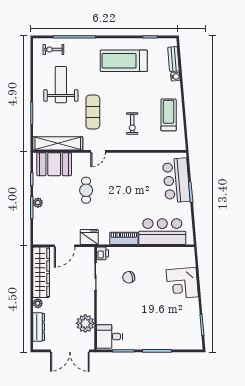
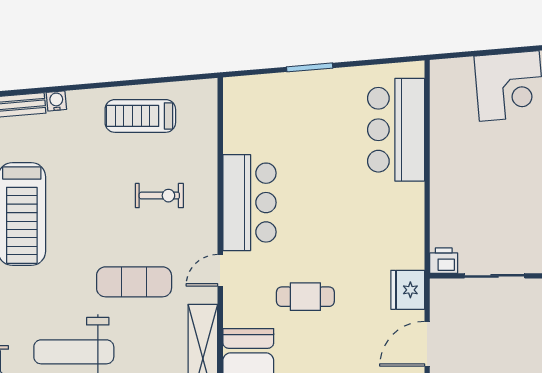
door: (98, 151) -> (220, 270), swing flipped
bar counter: (176, 180) -> (249, 203), moved, turned -85
piano: (124, 238) -> (411, 214), removed
door: (65, 246) -> (427, 344), swing flipped
chair: (129, 277) -> (496, 203), removed

